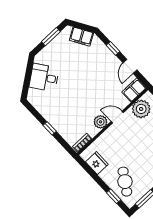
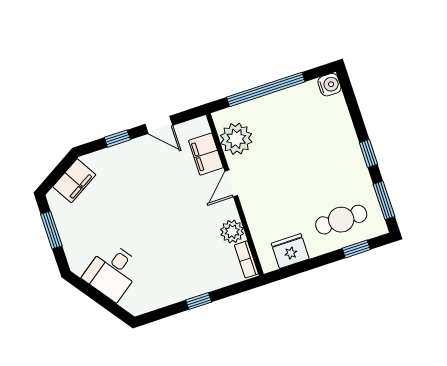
filing cabinet: (134, 90) -> (206, 154), moved
plant: (100, 122) -> (232, 231), moved
cafe table: (125, 182) -> (341, 220), turned -33

